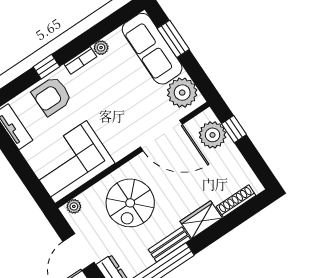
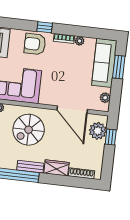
plant: (182, 93) -> (105, 98), width x0.53, depth x0.53

